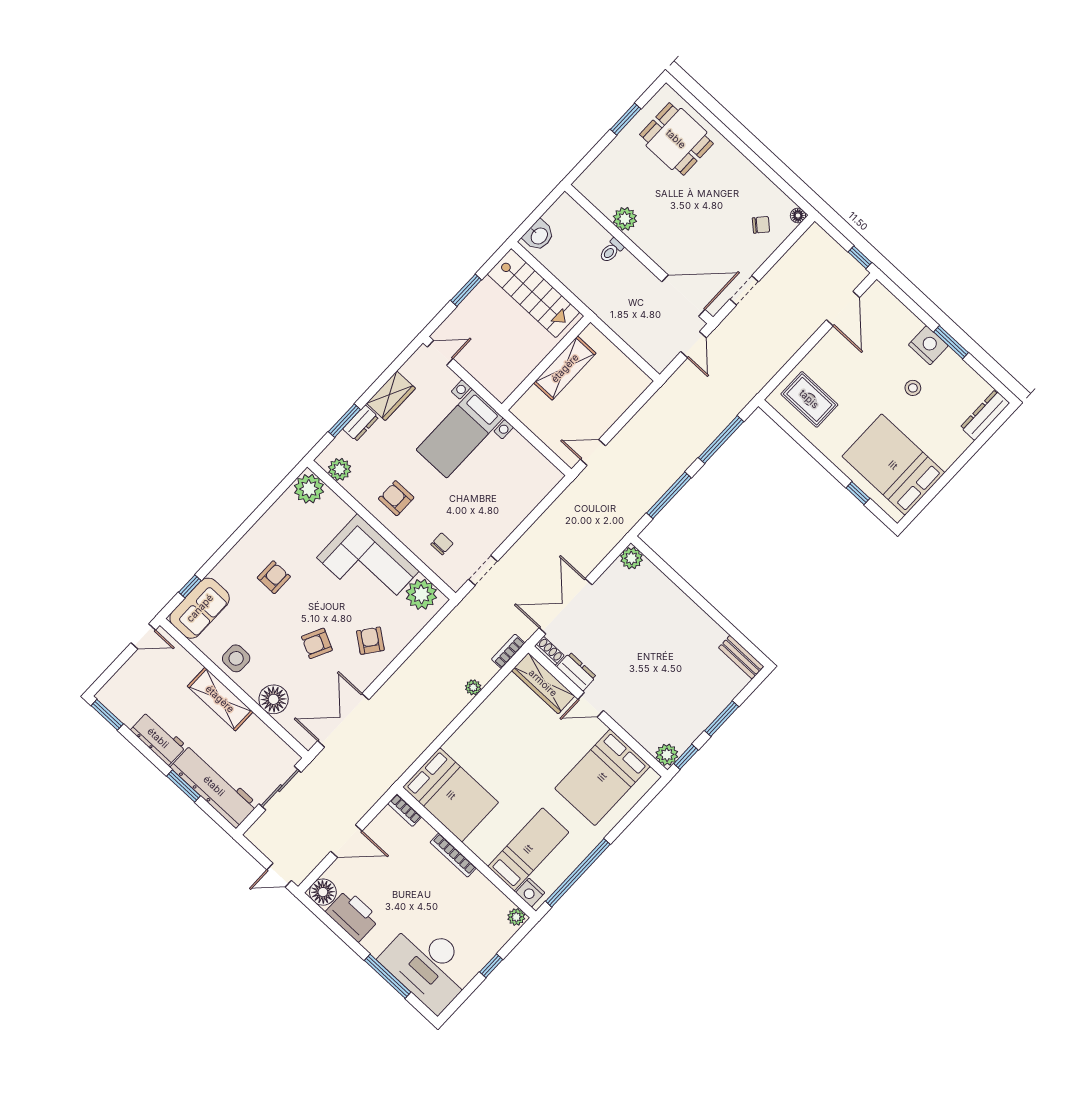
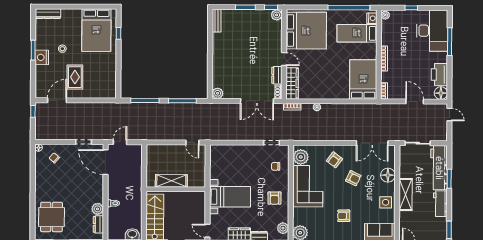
dresser: (600, 199) -> (98, 224), added
rug: (809, 399) -> (75, 77), moved
bed: (602, 777) -> (306, 31), width x1.36

